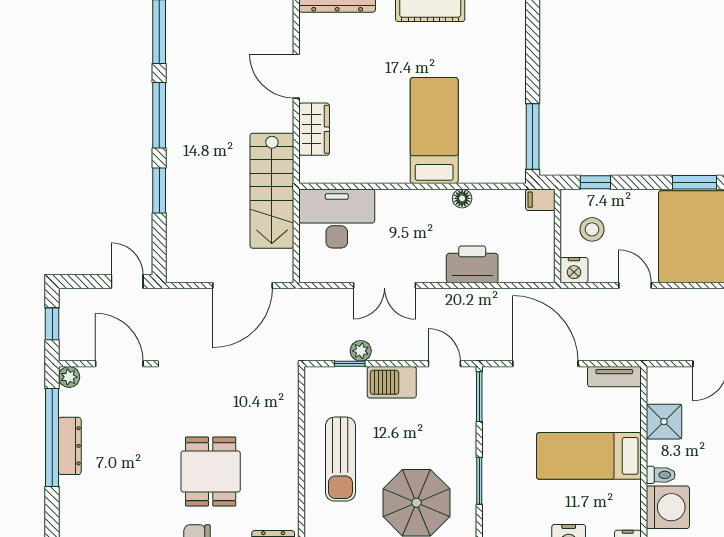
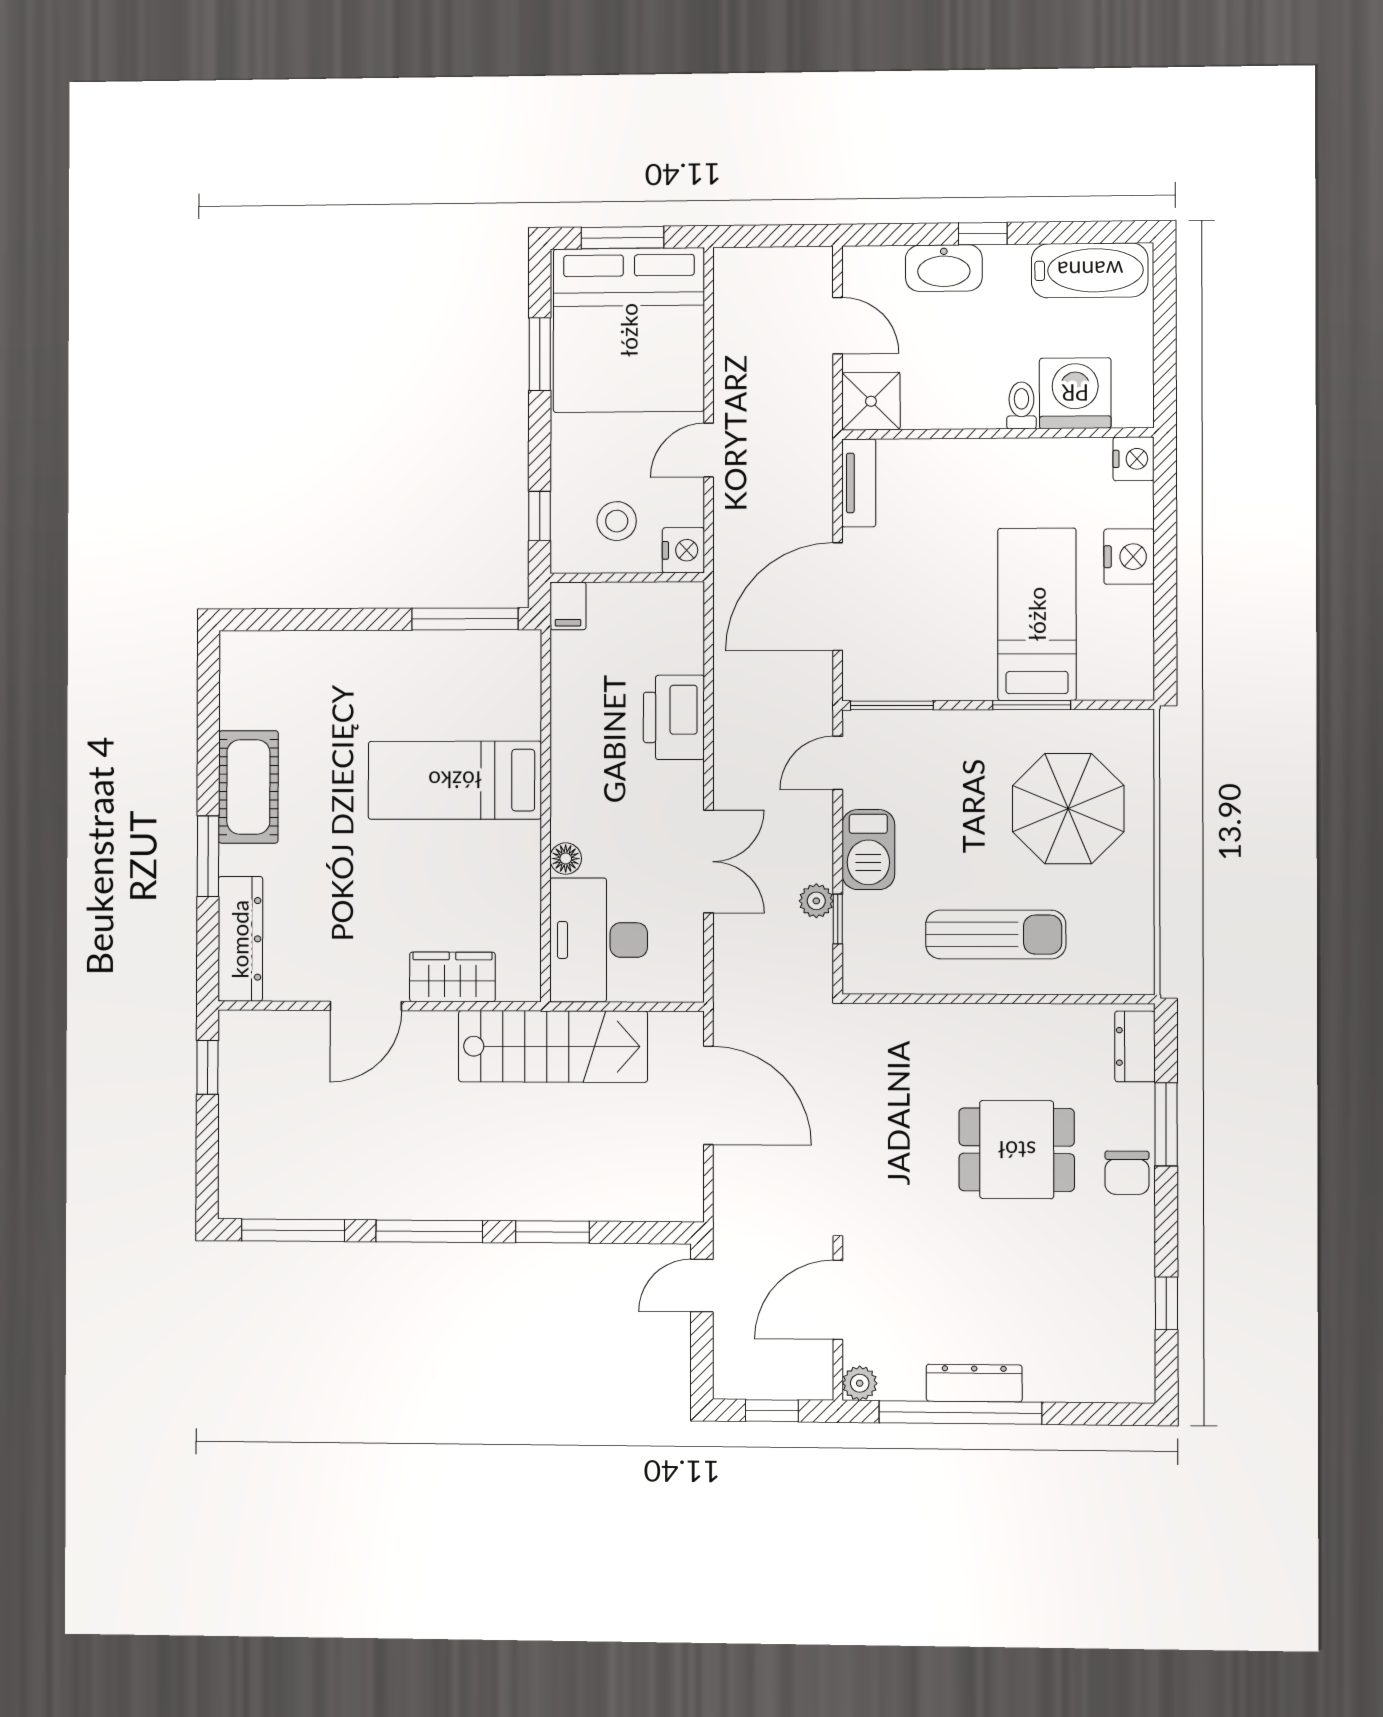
floor lamp: (462, 198) -> (566, 859), moved
shower: (664, 422) -> (871, 401), moved
bed: (589, 456) -> (1037, 614), moved, turned 180

